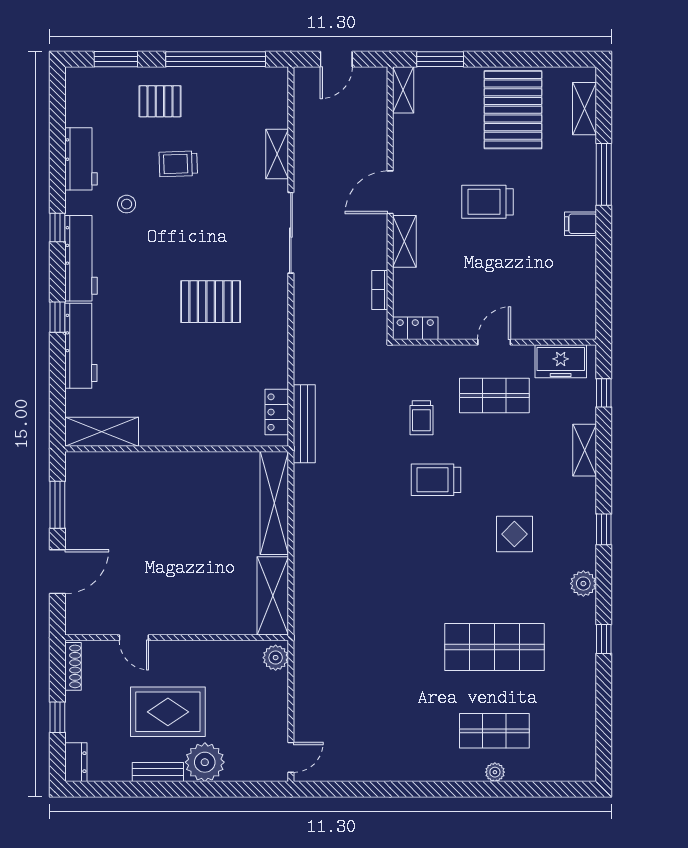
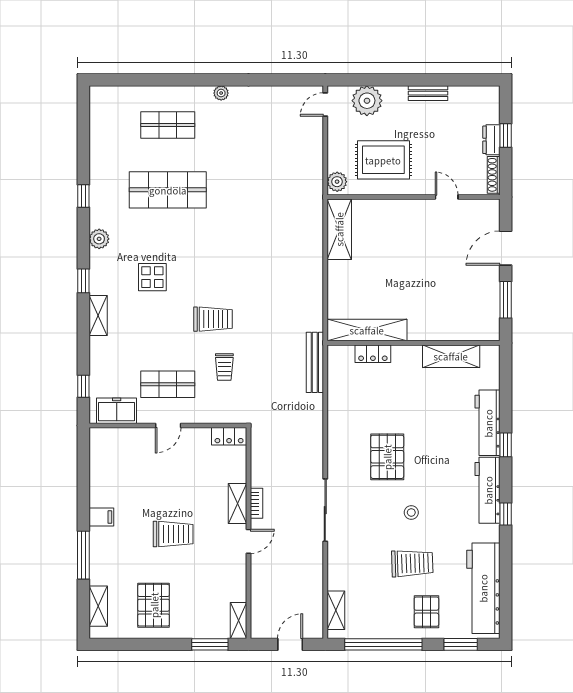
pallet: (160, 101) -> (426, 612), turned 90
pallet: (513, 110) -> (154, 605), width x0.73, depth x0.71
shelving: (277, 154) -> (336, 610), moved
workbench: (81, 159) -> (483, 588), width x1.88, depth x1.32
trolley: (178, 164) -> (412, 563), width x1.36, depth x1.39
door: (390, 192) -> (248, 541), width x0.73
stool: (127, 204) -> (411, 512), moved
bookcase: (380, 290) -> (256, 503), moved
pallet: (211, 302) -> (387, 457), turned 90
locker: (277, 412) -> (373, 354), moved, turned 90
trolley: (421, 418) -> (224, 367), turned 180
shelving: (102, 432) -> (451, 356), moved
shelving: (585, 450) -> (98, 316), moved
shelving: (274, 503) -> (367, 330), moved, turned 90
rug: (168, 712) -> (383, 160), moved
dresser: (76, 762) -> (491, 140), moved
plant: (205, 762) -> (367, 101), moved
plant: (495, 772) -> (221, 93), moved

